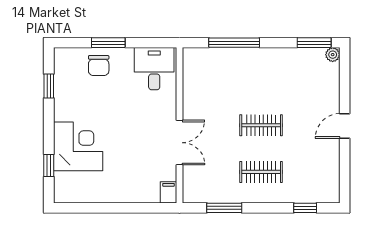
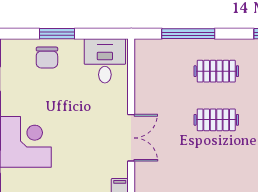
clothes rail: (261, 172) -> (216, 71), moved

